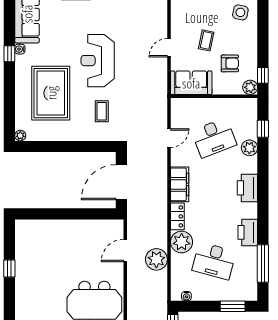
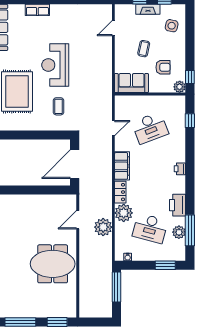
door: (169, 48) -> (113, 28), moved
plant: (249, 148) -> (179, 232), moved
printer: (247, 188) -> (180, 169), width x0.53, depth x0.68

